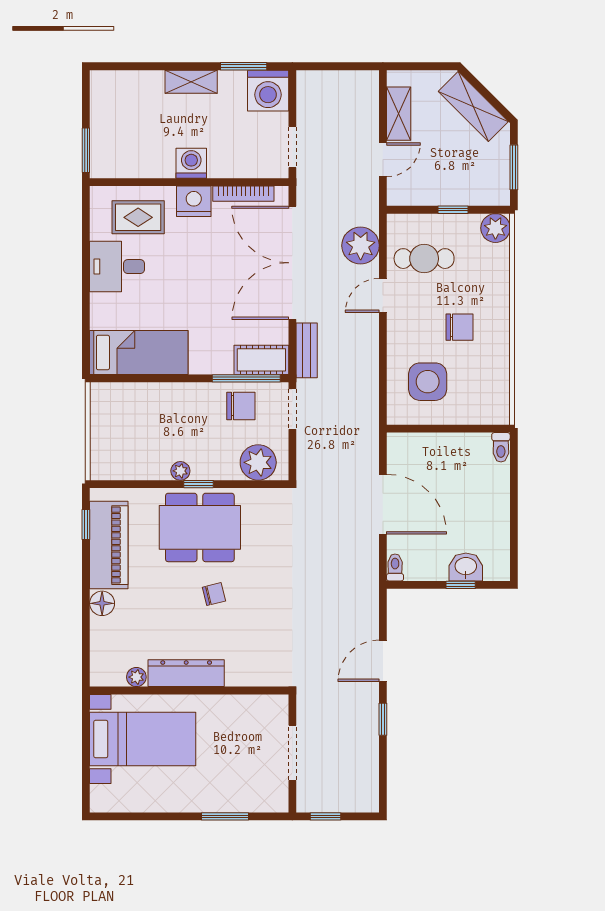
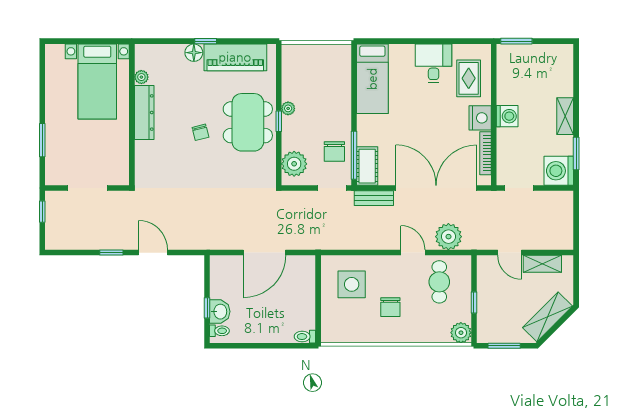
window: (86, 525) -> (206, 41), moved
toilet: (395, 567) -> (219, 331), moved

